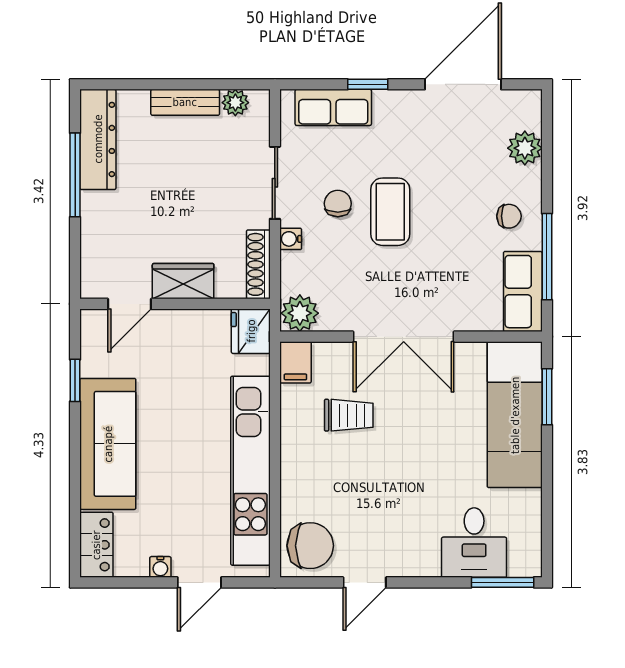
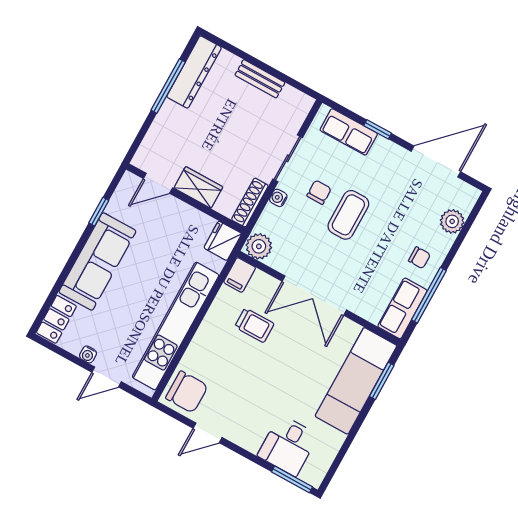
plant: (235, 103) -> (291, 96), removed

